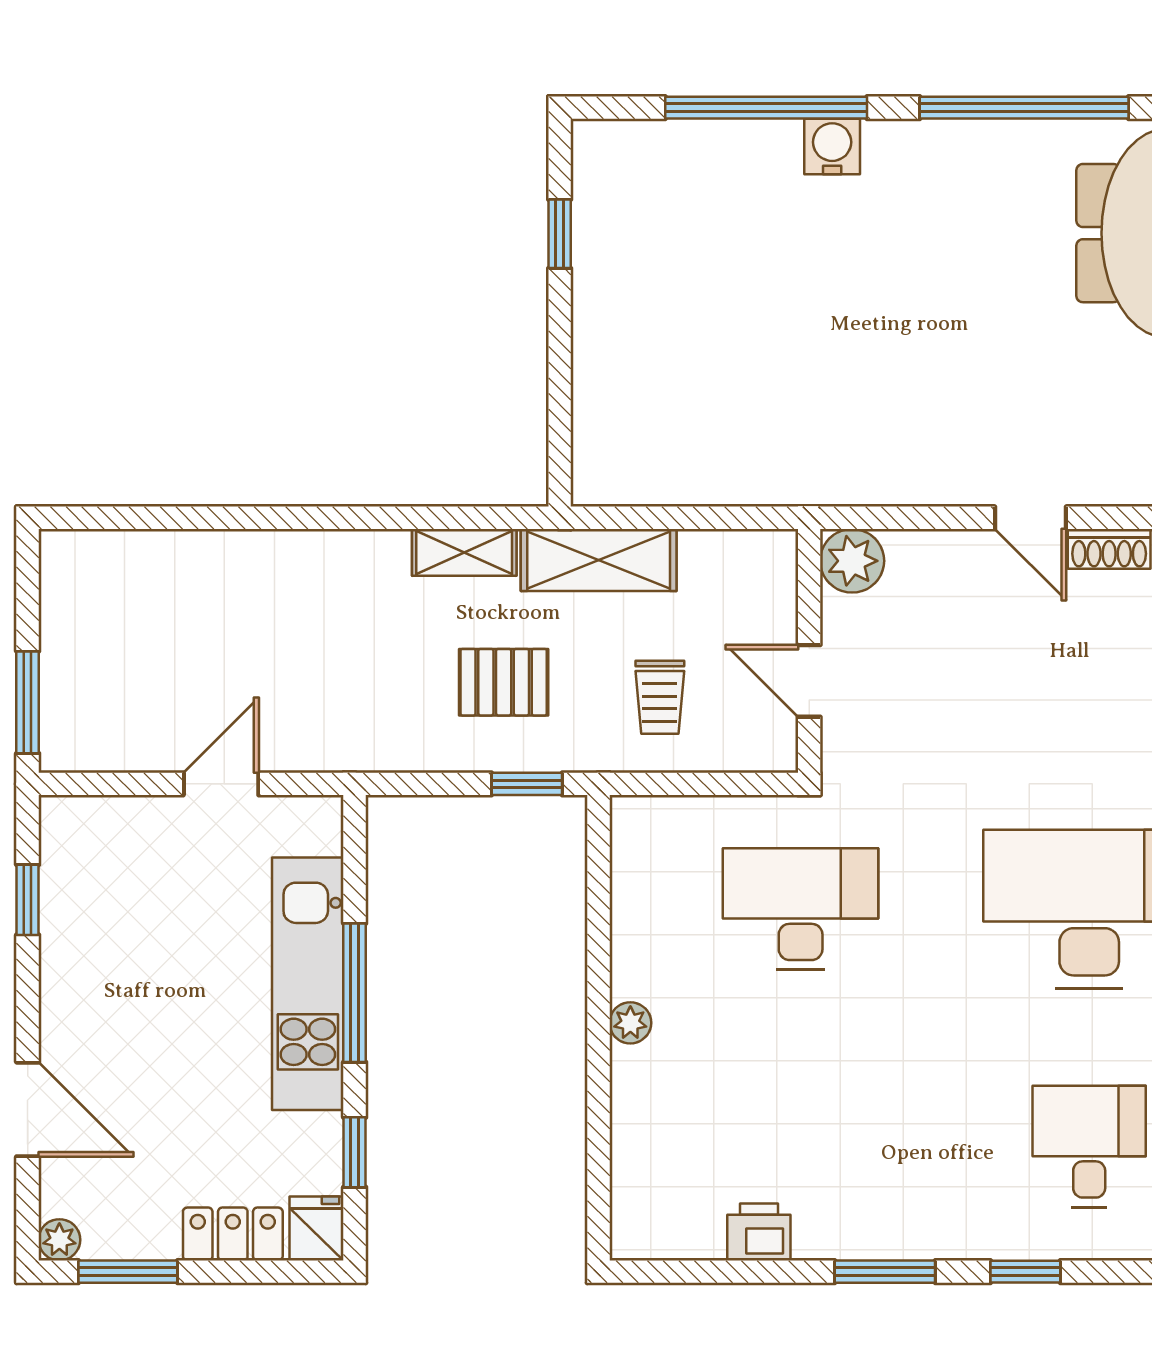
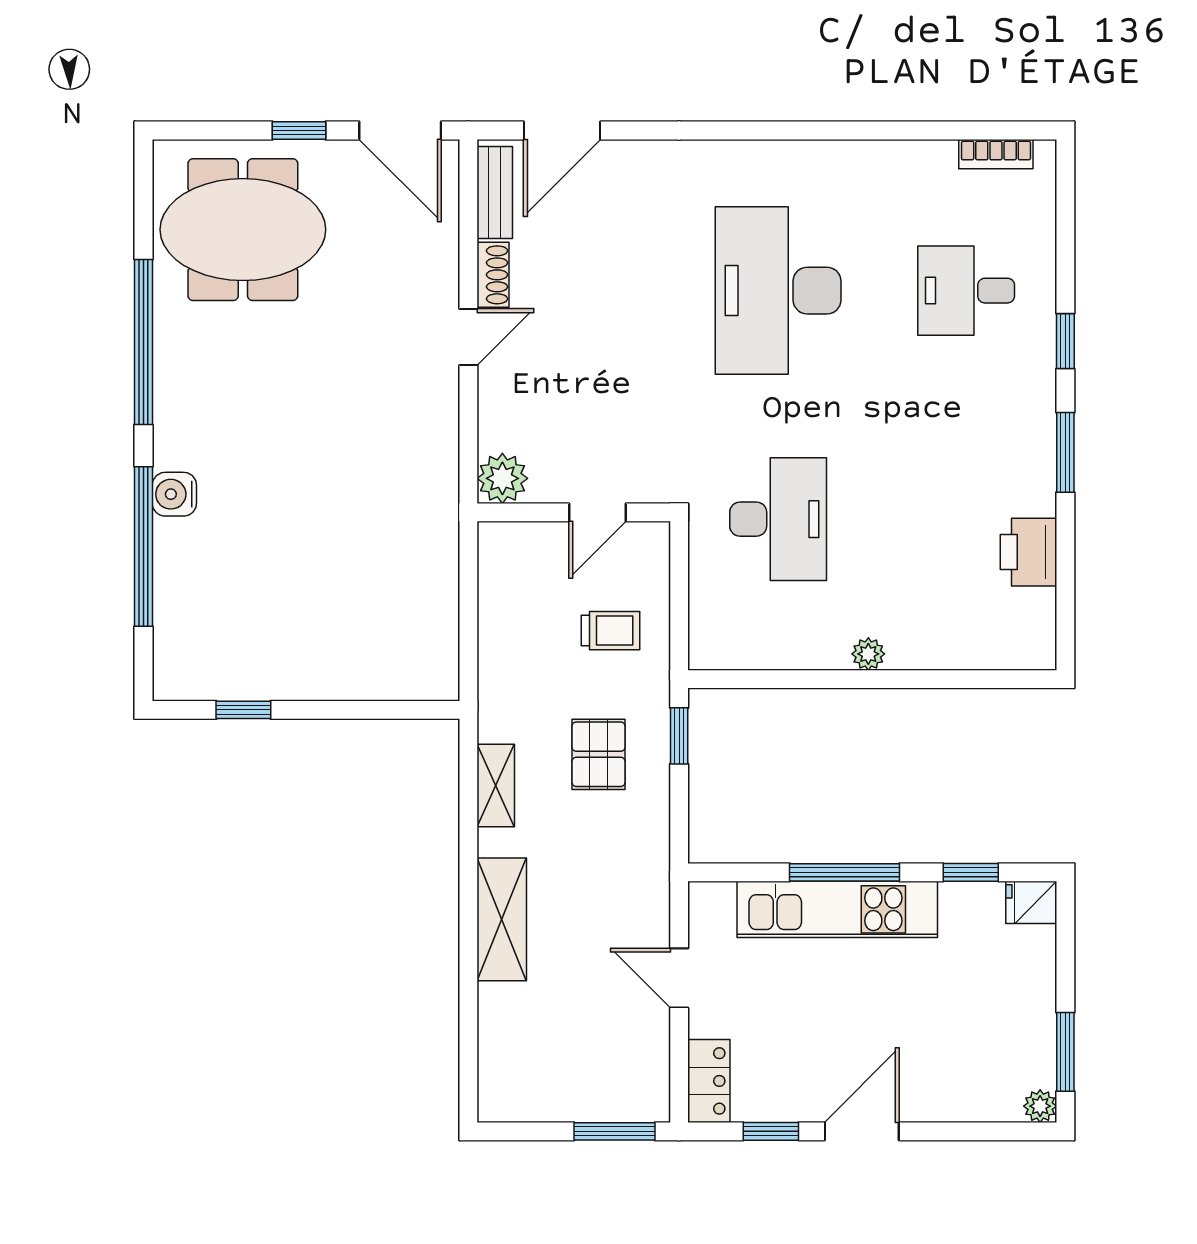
shelving: (599, 560) -> (502, 919), moved
desk: (801, 909) -> (778, 519), turned 180
door: (28, 1109) -> (862, 1131), moved
printer: (759, 1232) -> (1028, 552), width x1.36, depth x1.24
locker: (233, 1234) -> (709, 1081), moved, turned 180

